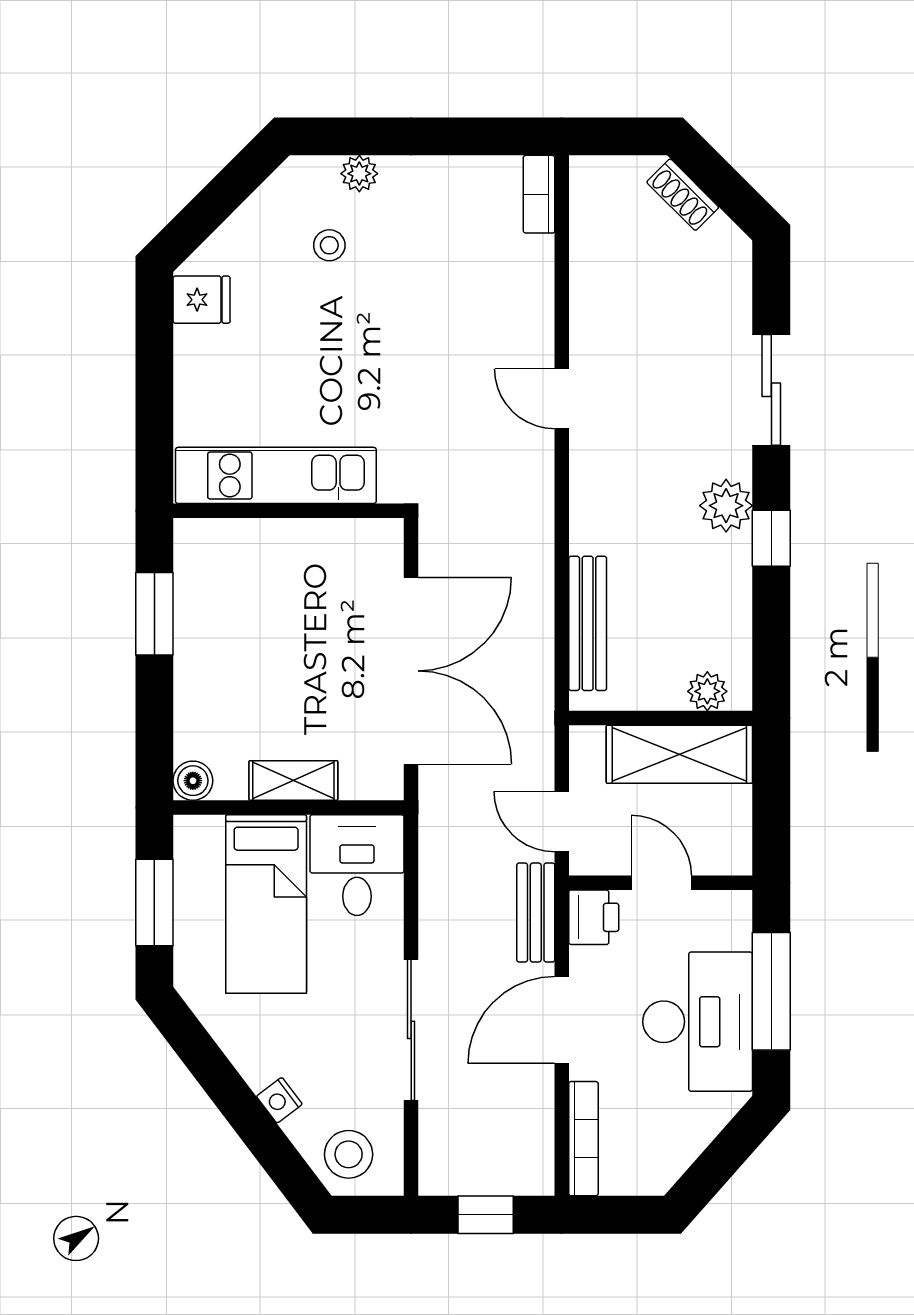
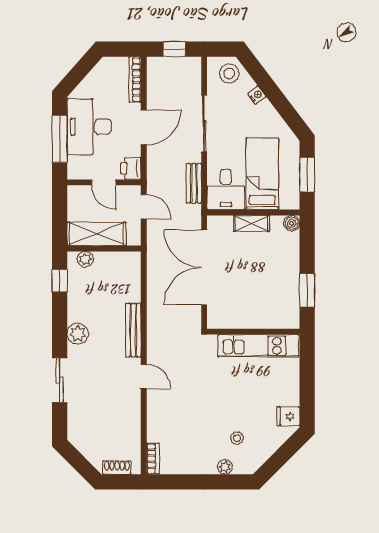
shoe rack: (683, 195) -> (117, 467), moved, turned -45
window: (771, 538) -> (60, 281), moved
bench: (588, 623) -> (133, 330), moved
bench: (536, 913) -> (194, 183), moved

